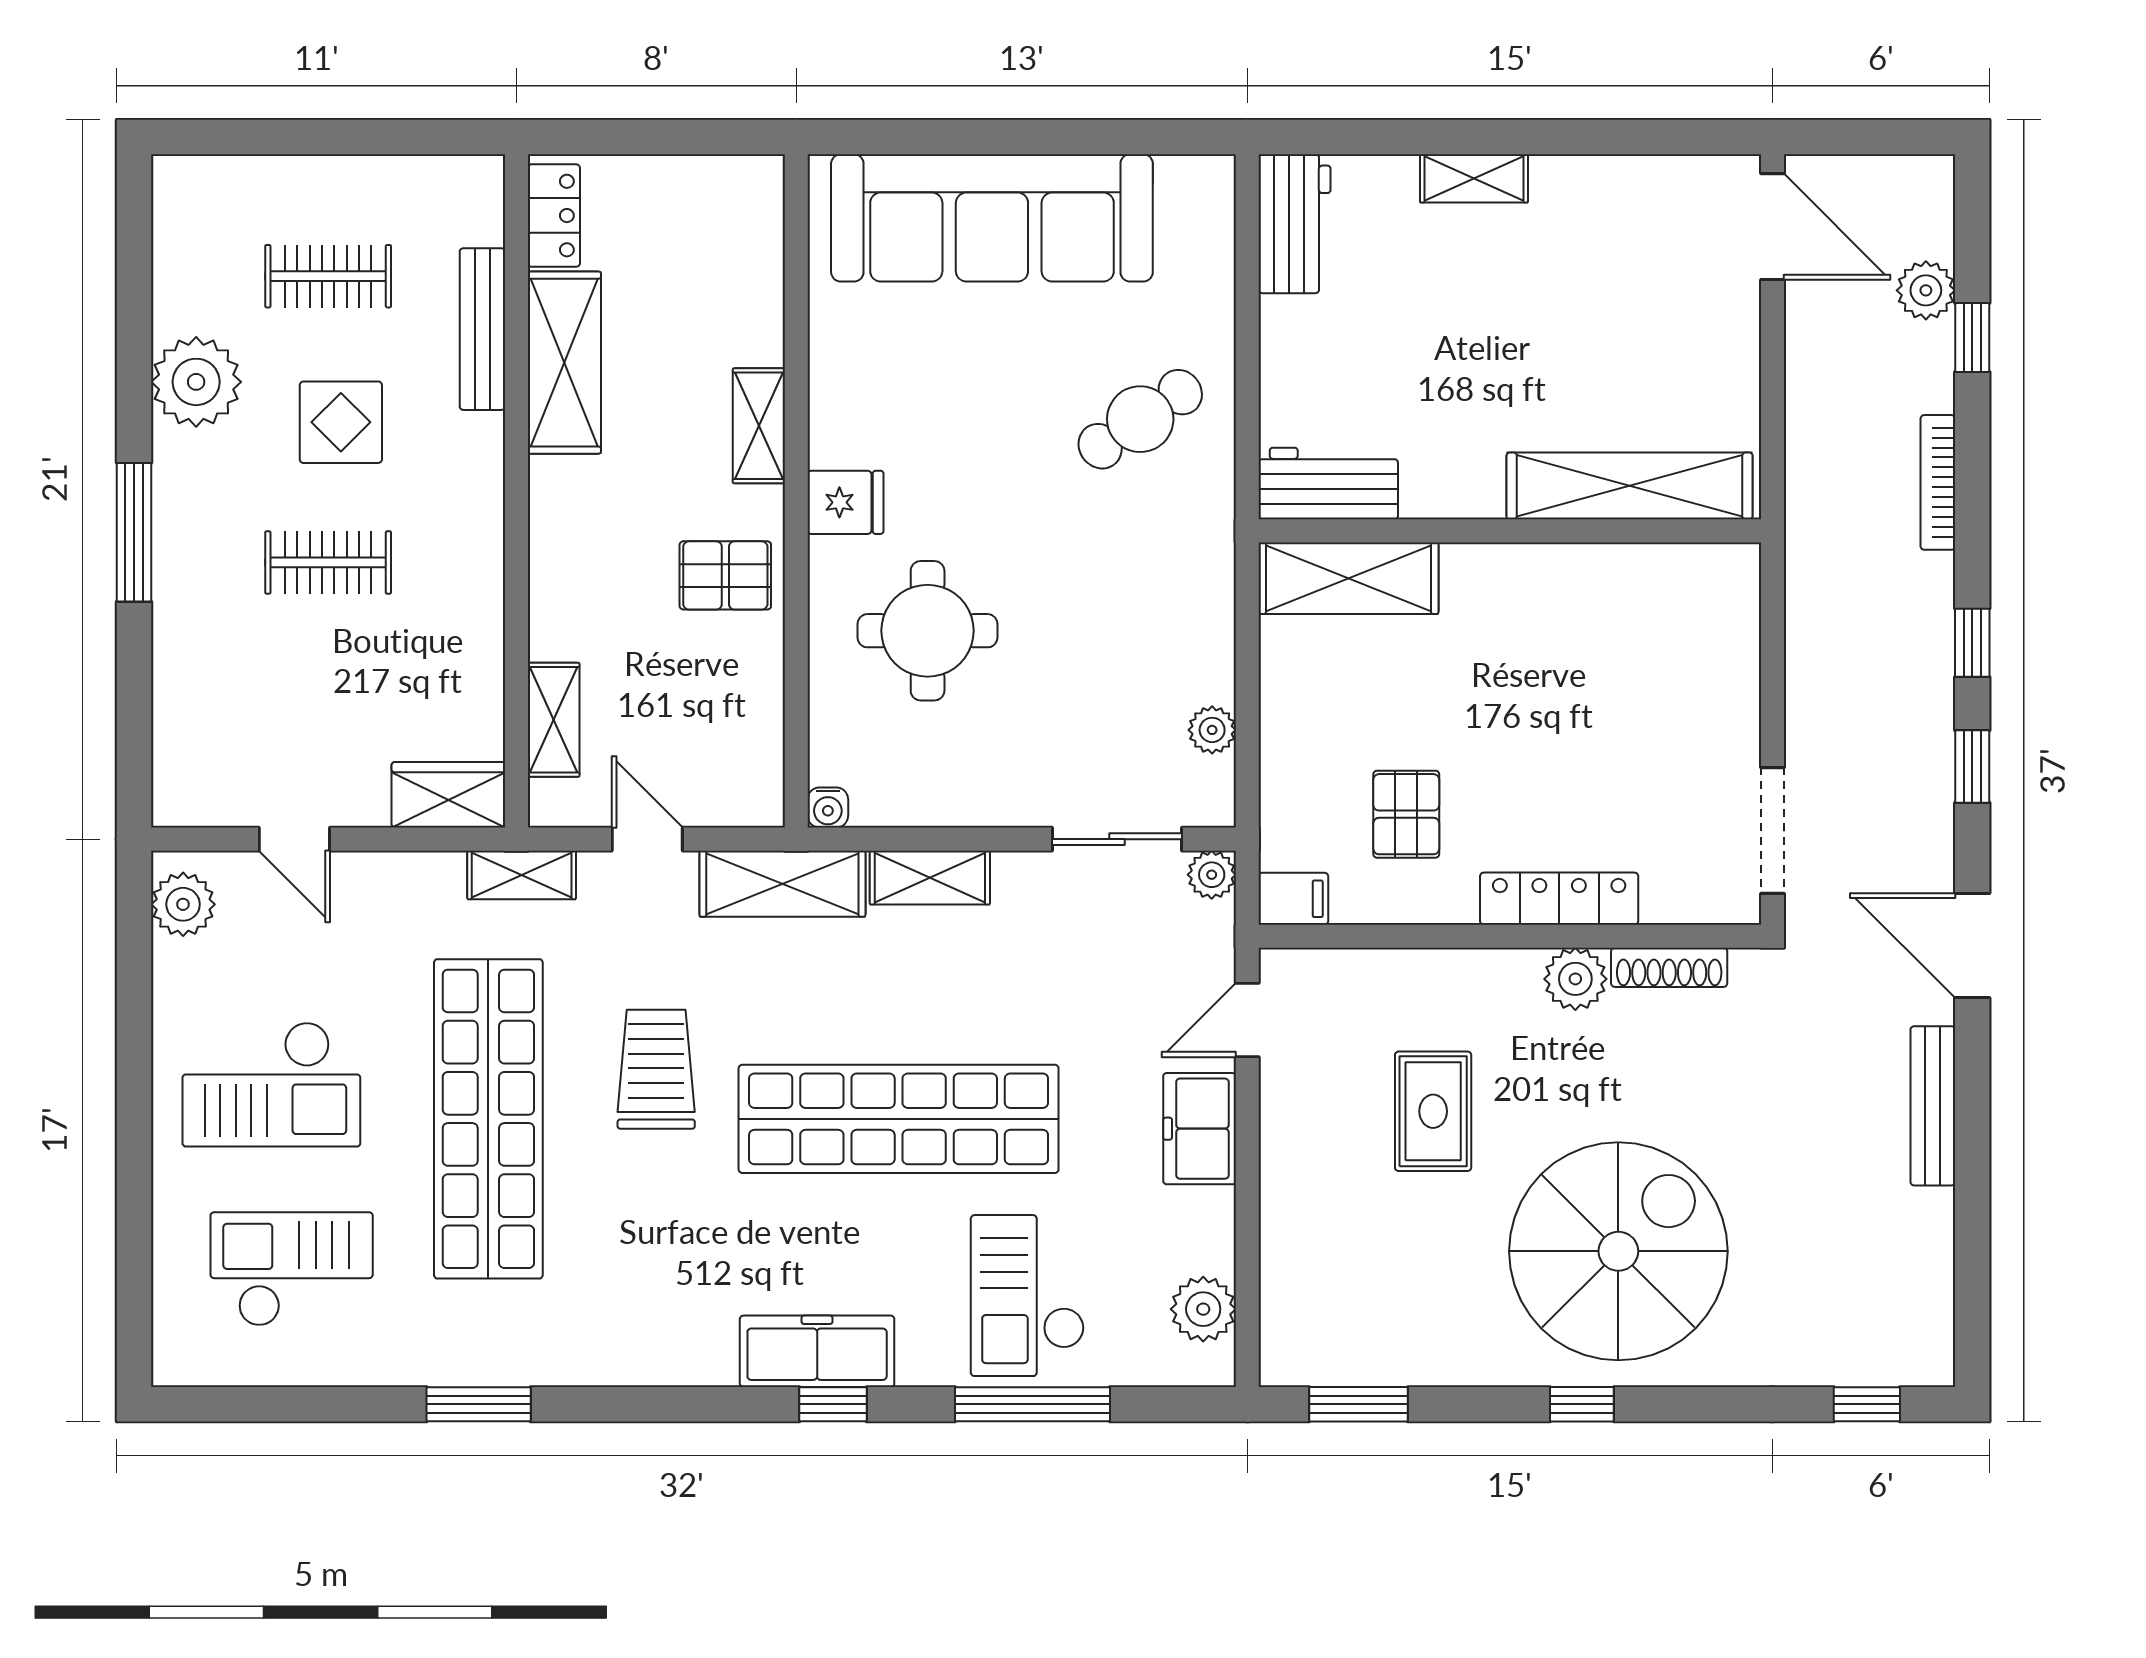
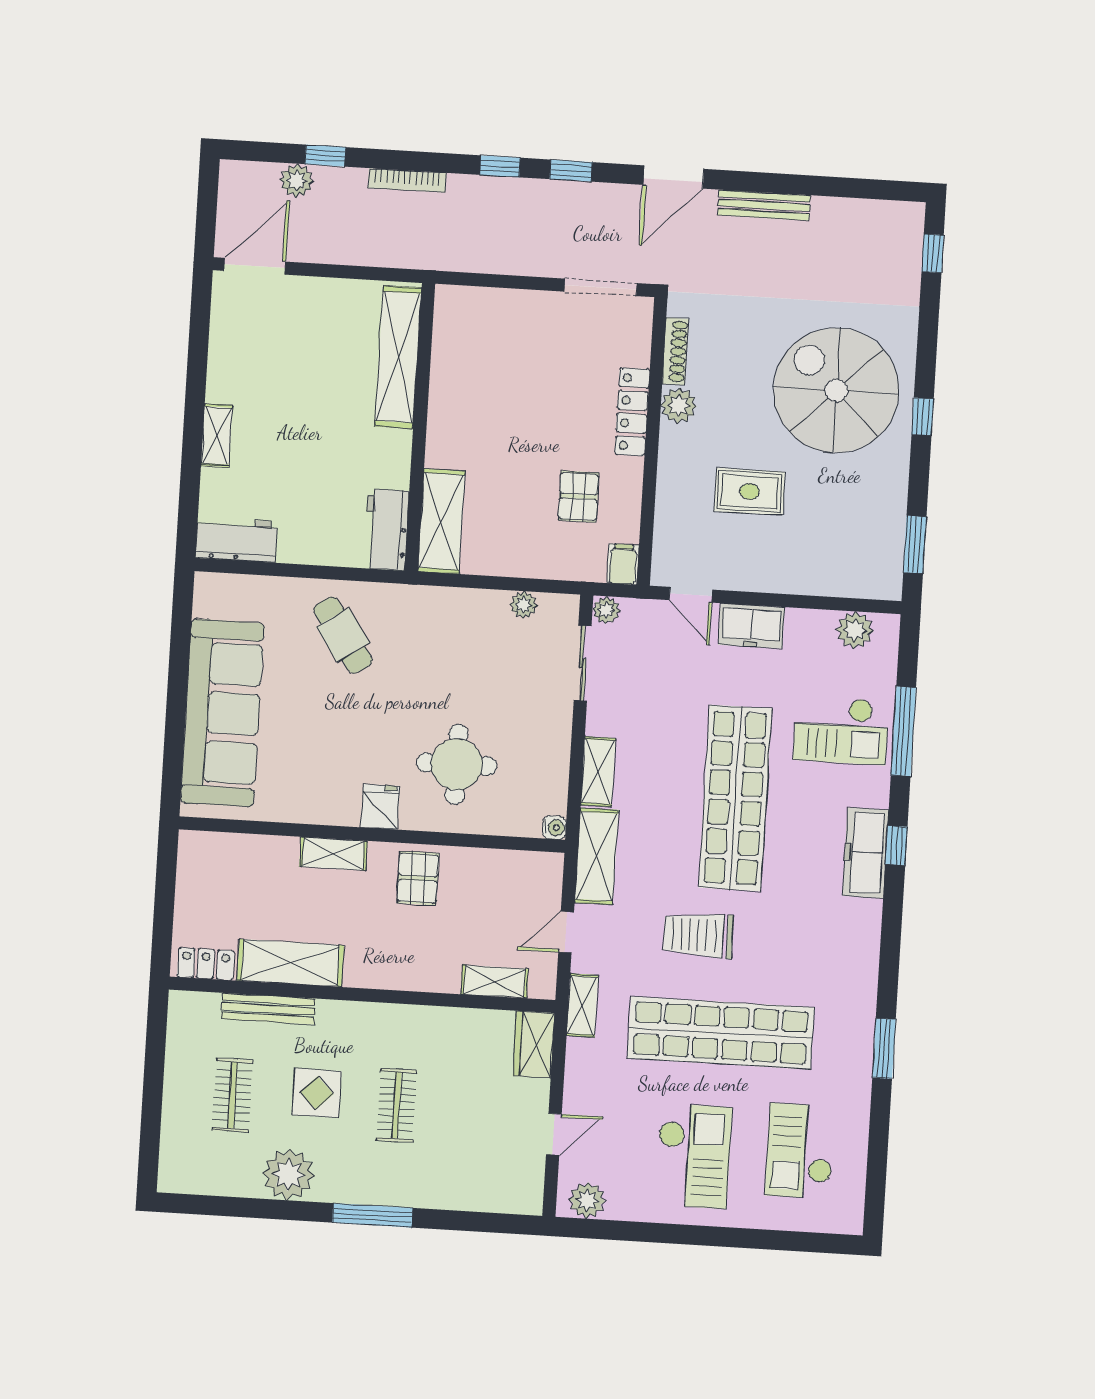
pallet: (1406, 814) -> (578, 497), turned 90

